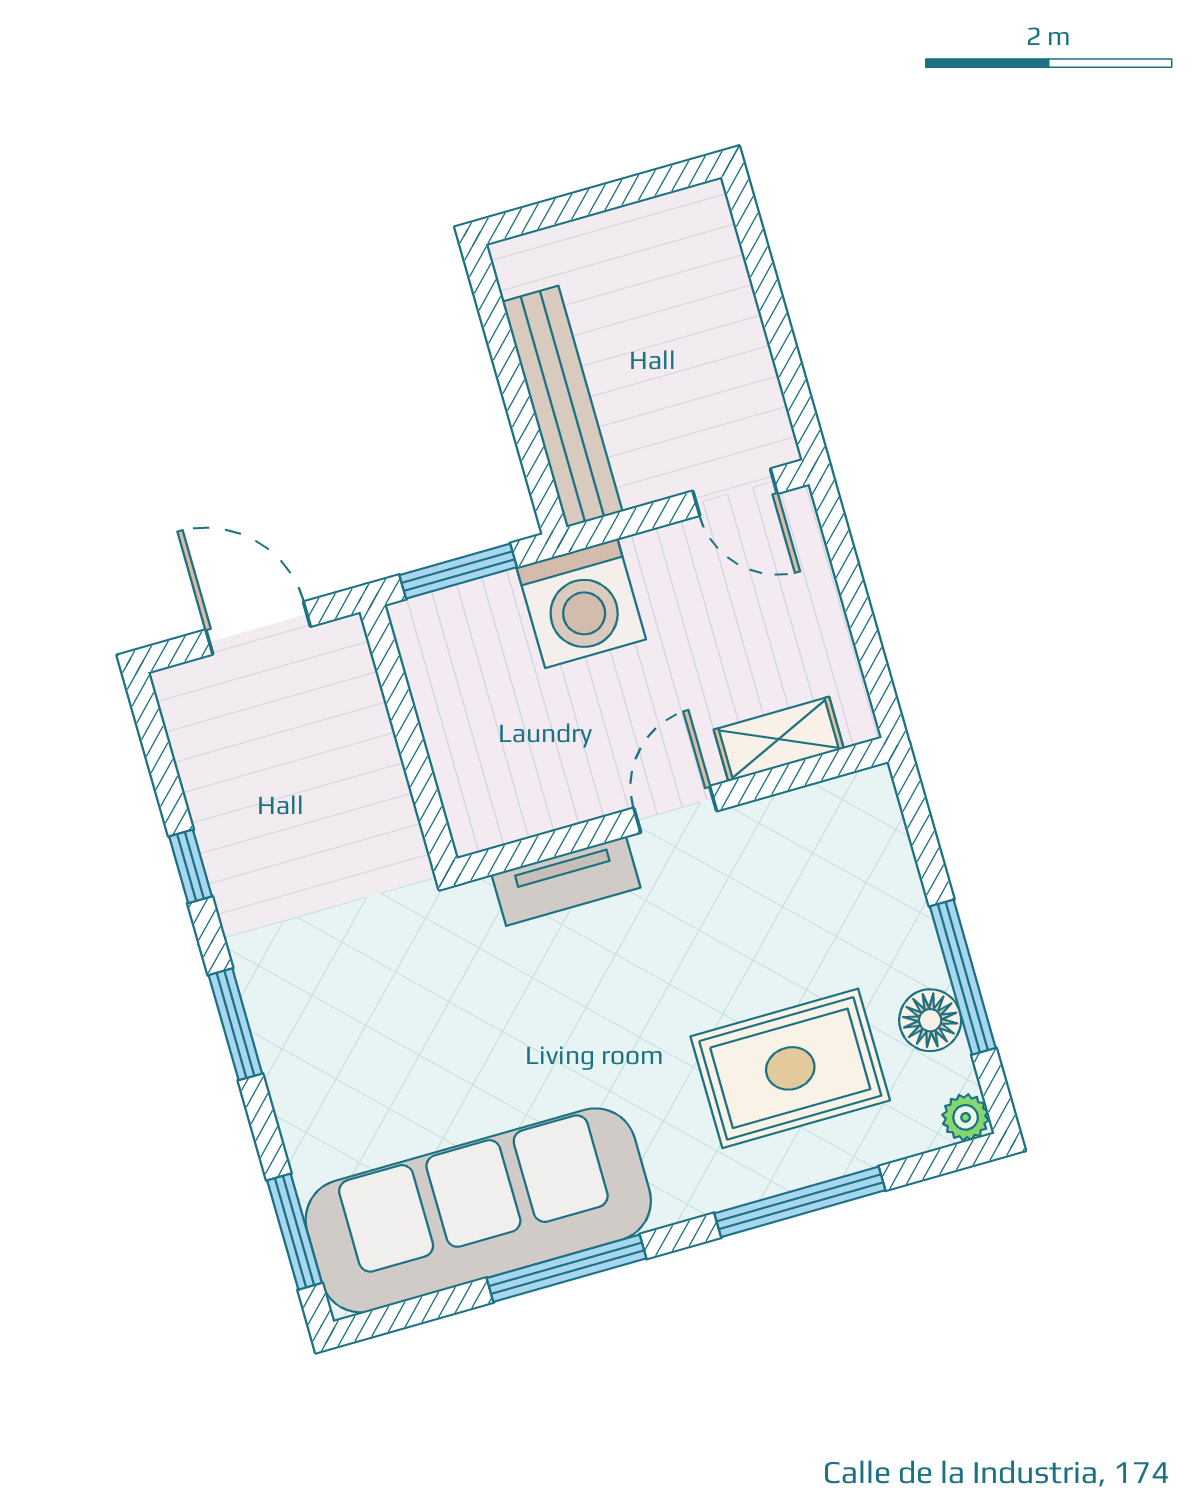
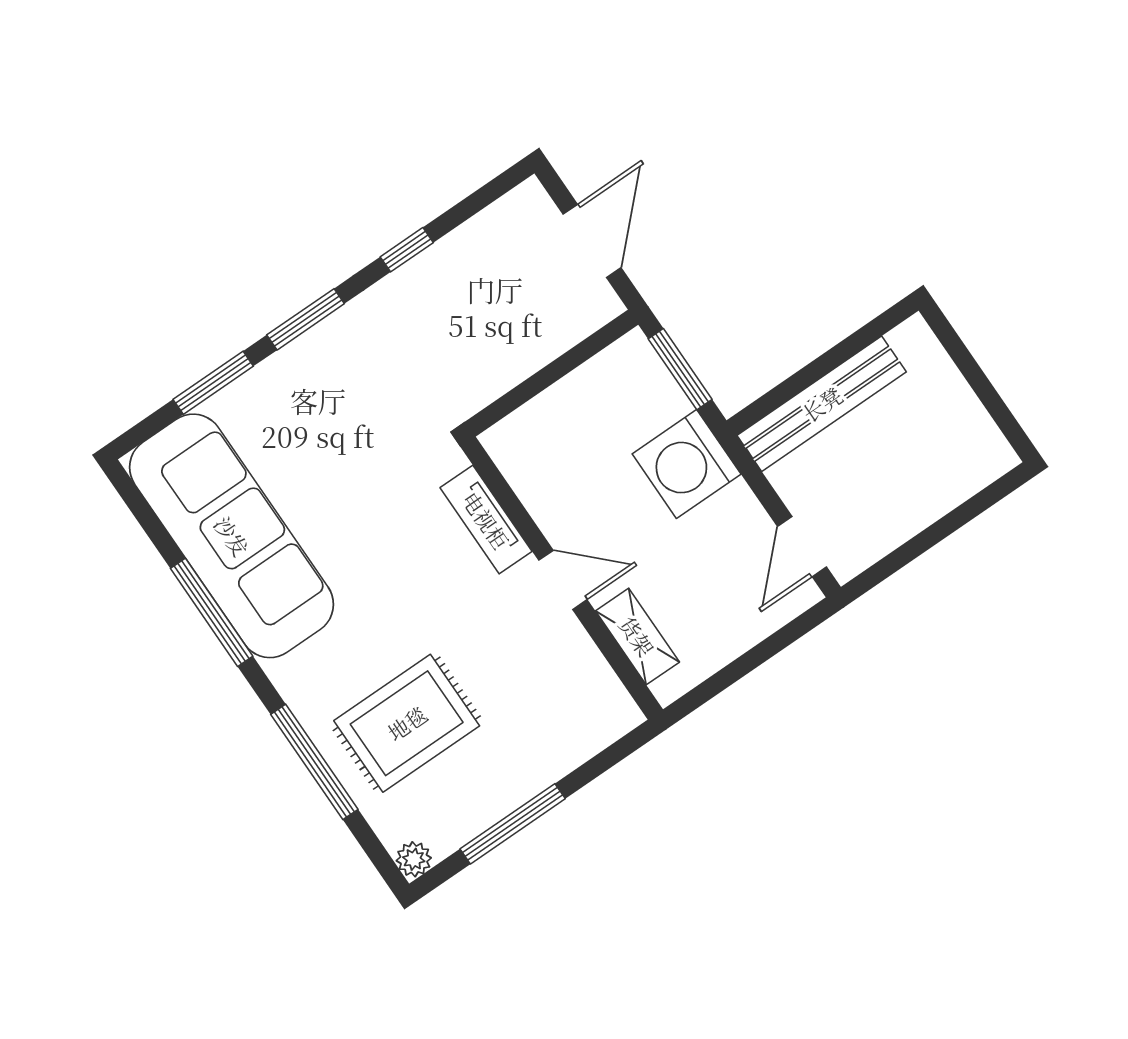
floor lamp: (930, 1020) -> (474, 811), removed
rug: (790, 1068) -> (407, 723), turned 90
window: (294, 1232) -> (213, 383), moved

